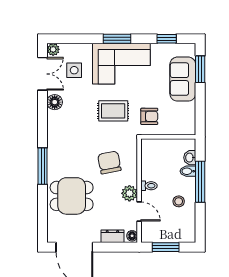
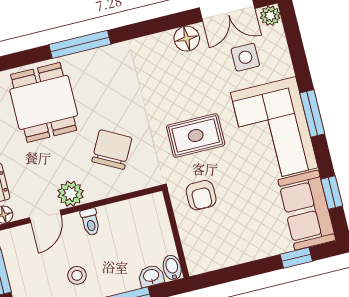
window: (200, 69) -> (296, 258), width x0.67
sofa: (183, 79) -> (307, 210), moved, turned -90
rug: (113, 111) -> (196, 136), turned 90
chair: (109, 162) -> (112, 150), turned -51
bidet: (188, 171) -> (172, 268), moved

